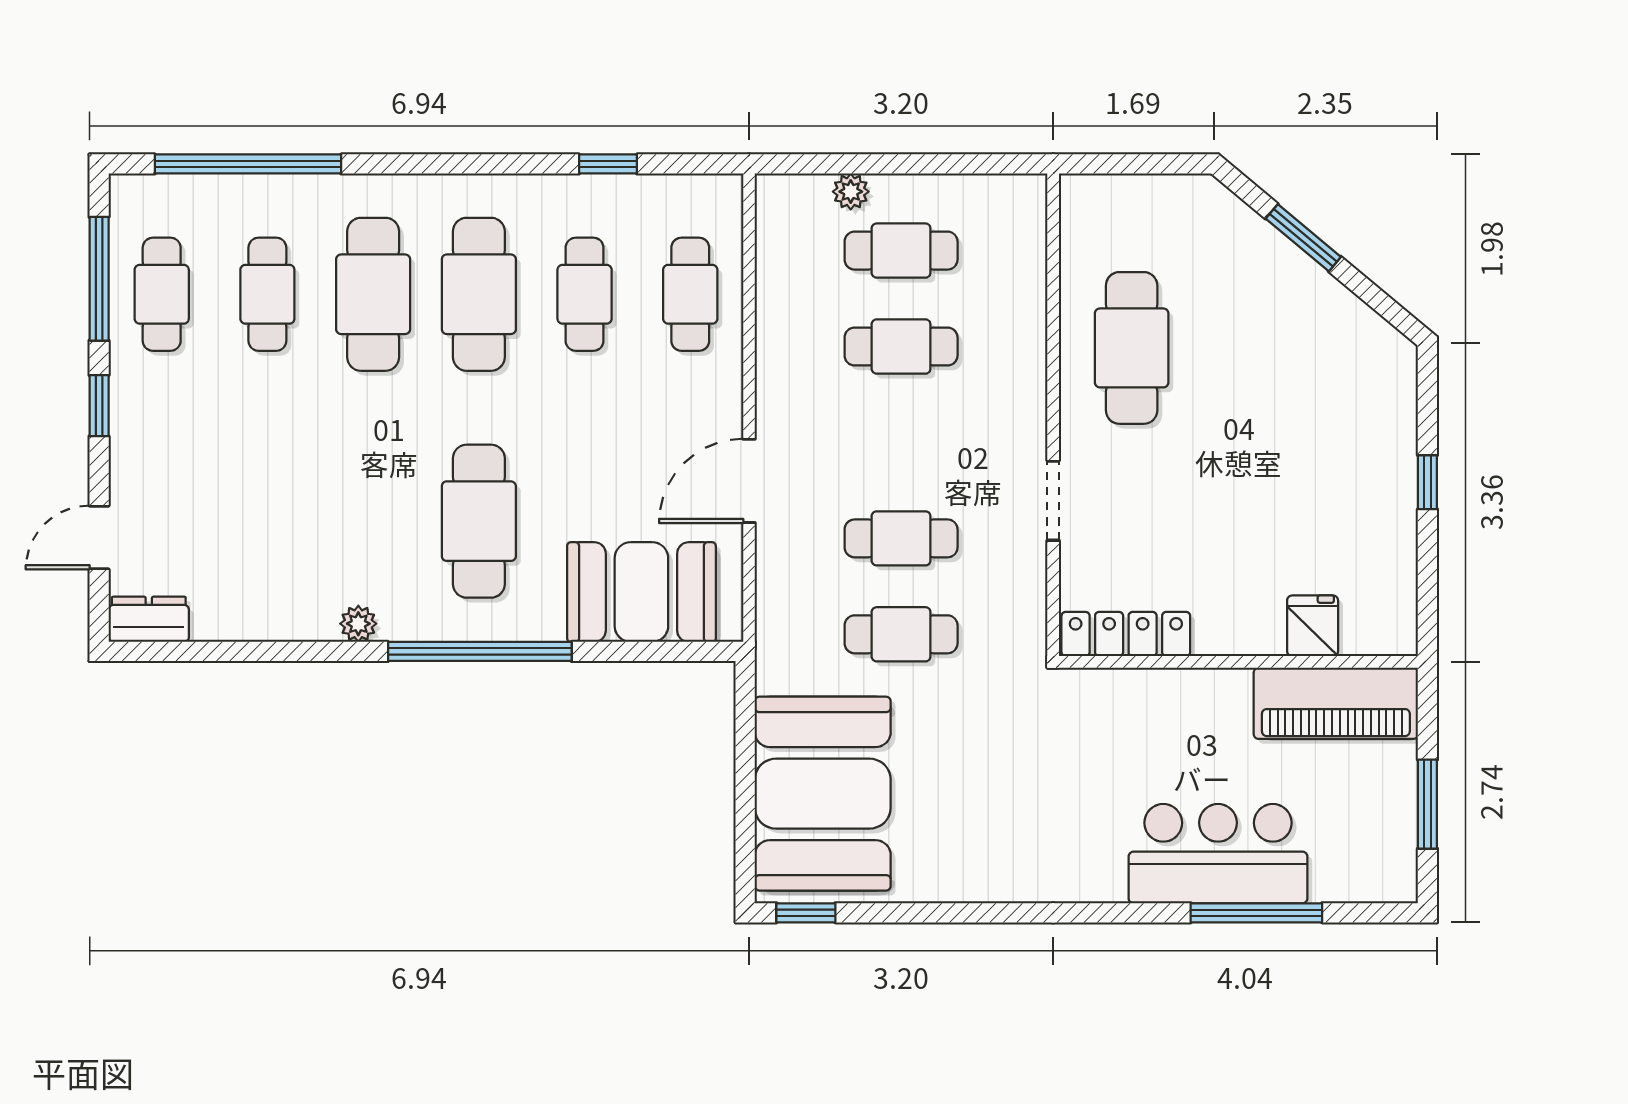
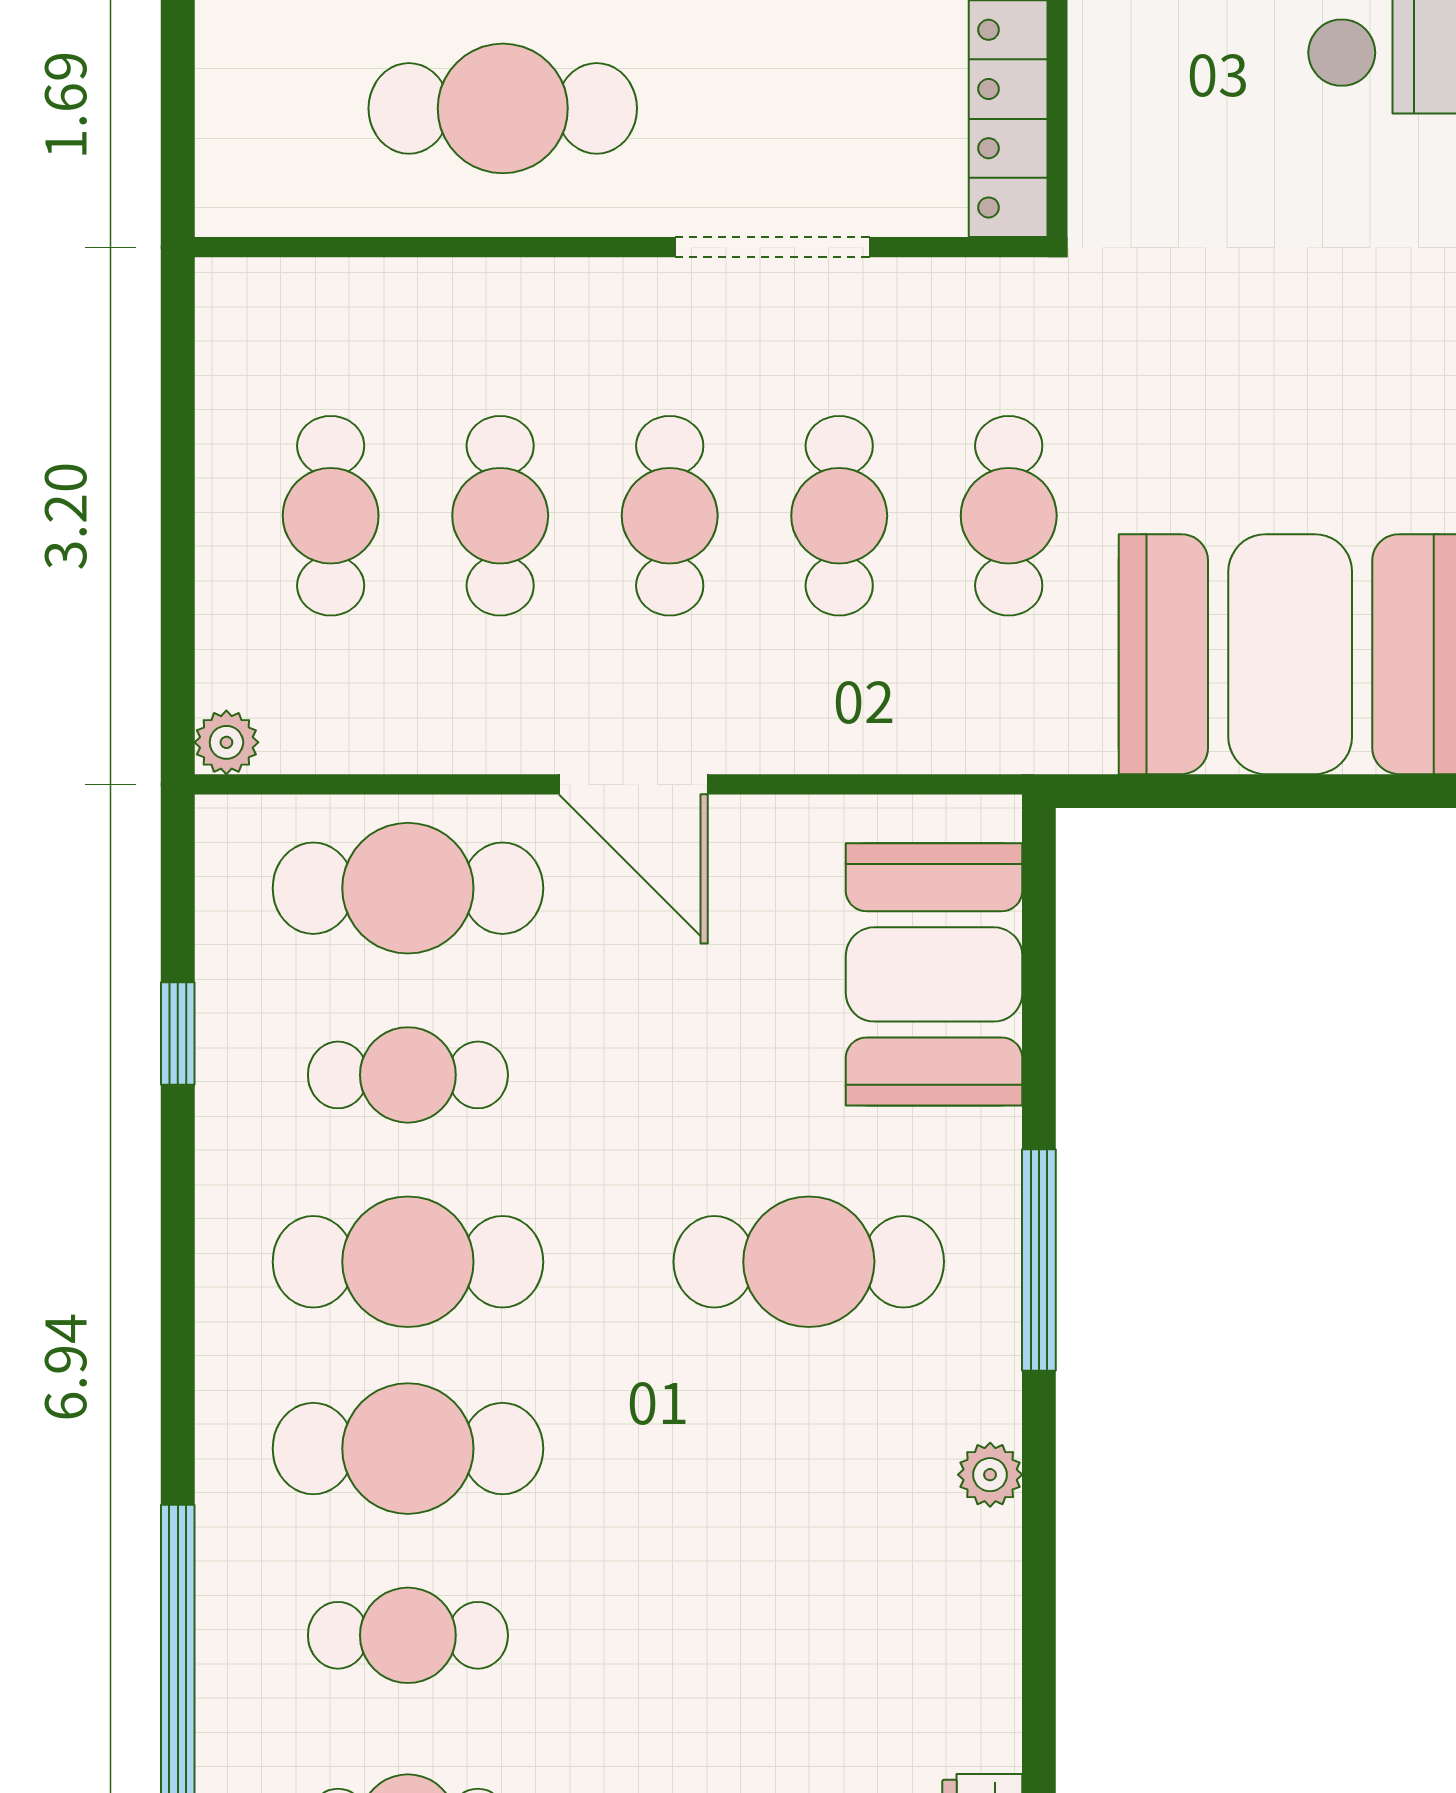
plant: (851, 192) -> (226, 742), moved
cafe table: (690, 294) -> (408, 888), width x1.37, depth x1.35
cafe table: (901, 442) -> (670, 516), added
door: (749, 481) -> (633, 784), moved
doorway: (1053, 501) -> (772, 247), width x1.38
window: (480, 651) -> (1039, 1260), width x0.68

